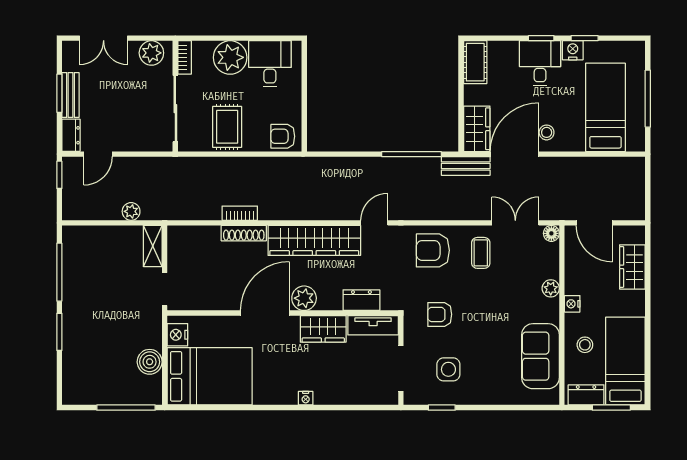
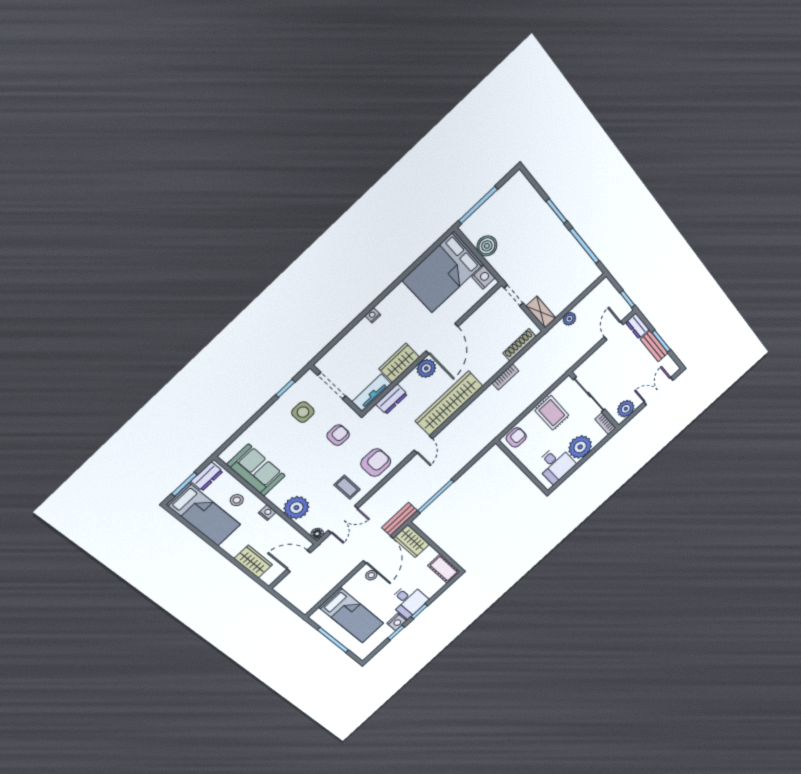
shoe rack: (244, 233) -> (519, 345), moved
plant: (551, 288) -> (296, 508), width x1.88, depth x1.88

